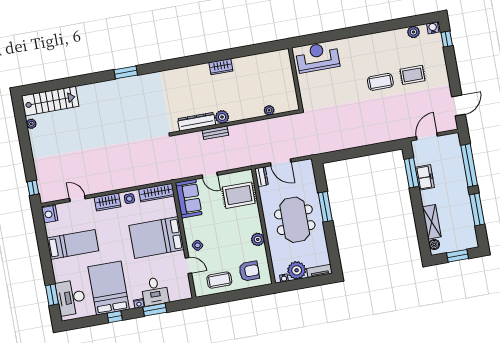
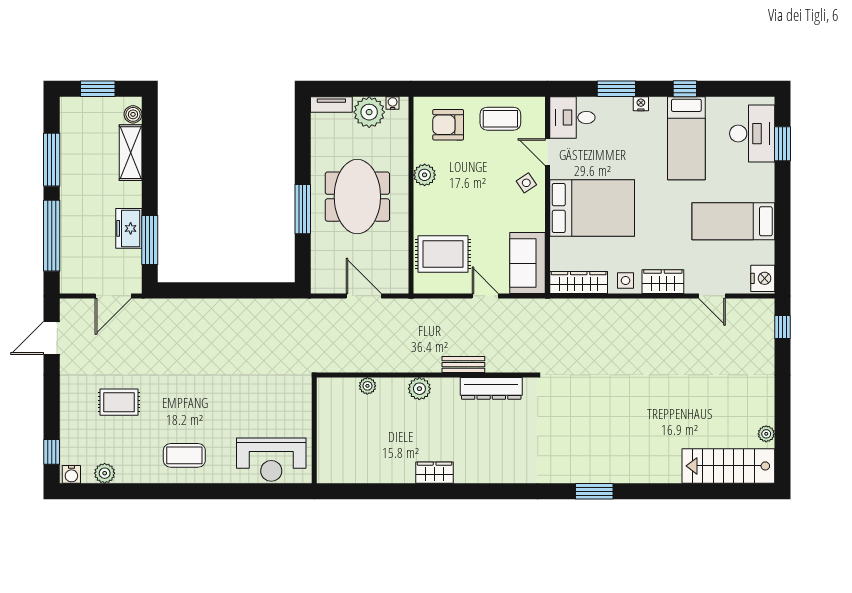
coffee table: (380, 82) -> (184, 455), moved
plant: (222, 117) -> (419, 389), moved
dresser: (261, 177) -> (400, 278), removed
bed: (109, 288) -> (686, 138), width x0.67
desk: (155, 291) -> (572, 118), moved, turned -90

